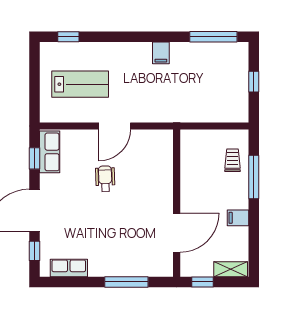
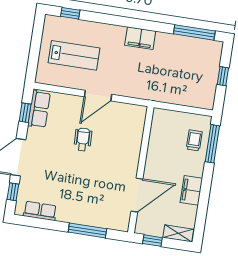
filing cabinet: (161, 53) -> (140, 38), width x2.00
window: (254, 177) -> (212, 144), moved
filing cabinet: (238, 218) -> (191, 190), width x2.00

